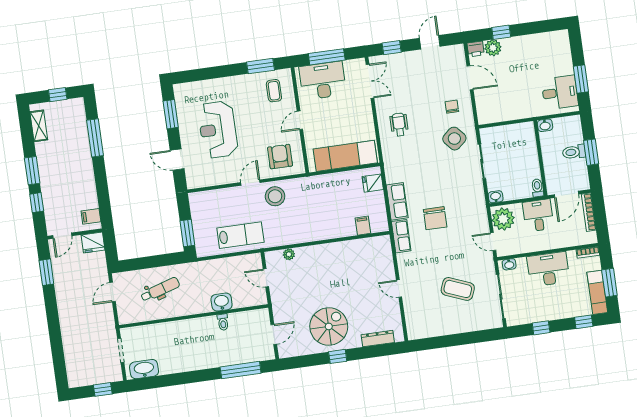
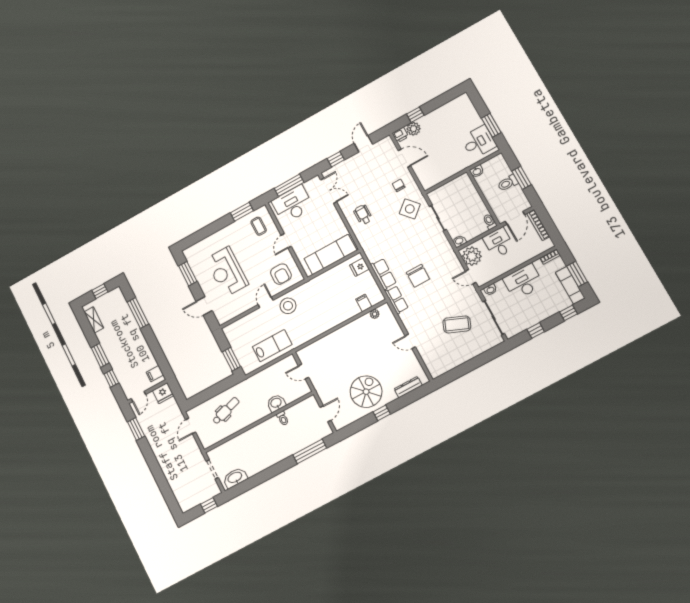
armchair: (280, 157) -> (281, 274), turned 180
plant: (289, 254) -> (375, 314), moved

